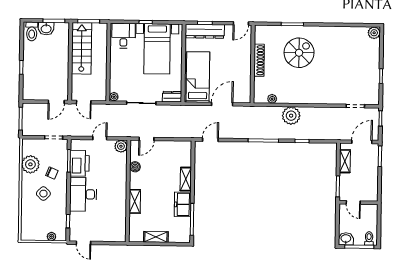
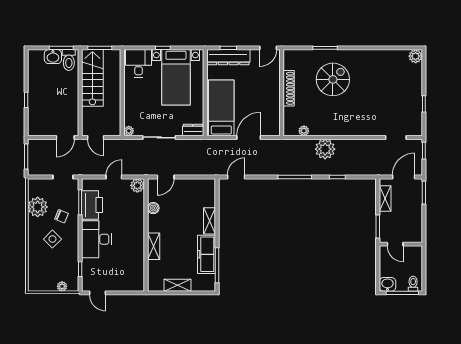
toilet: (32, 31) -> (69, 60), moved
freezer: (183, 204) -> (207, 254), width x1.40

